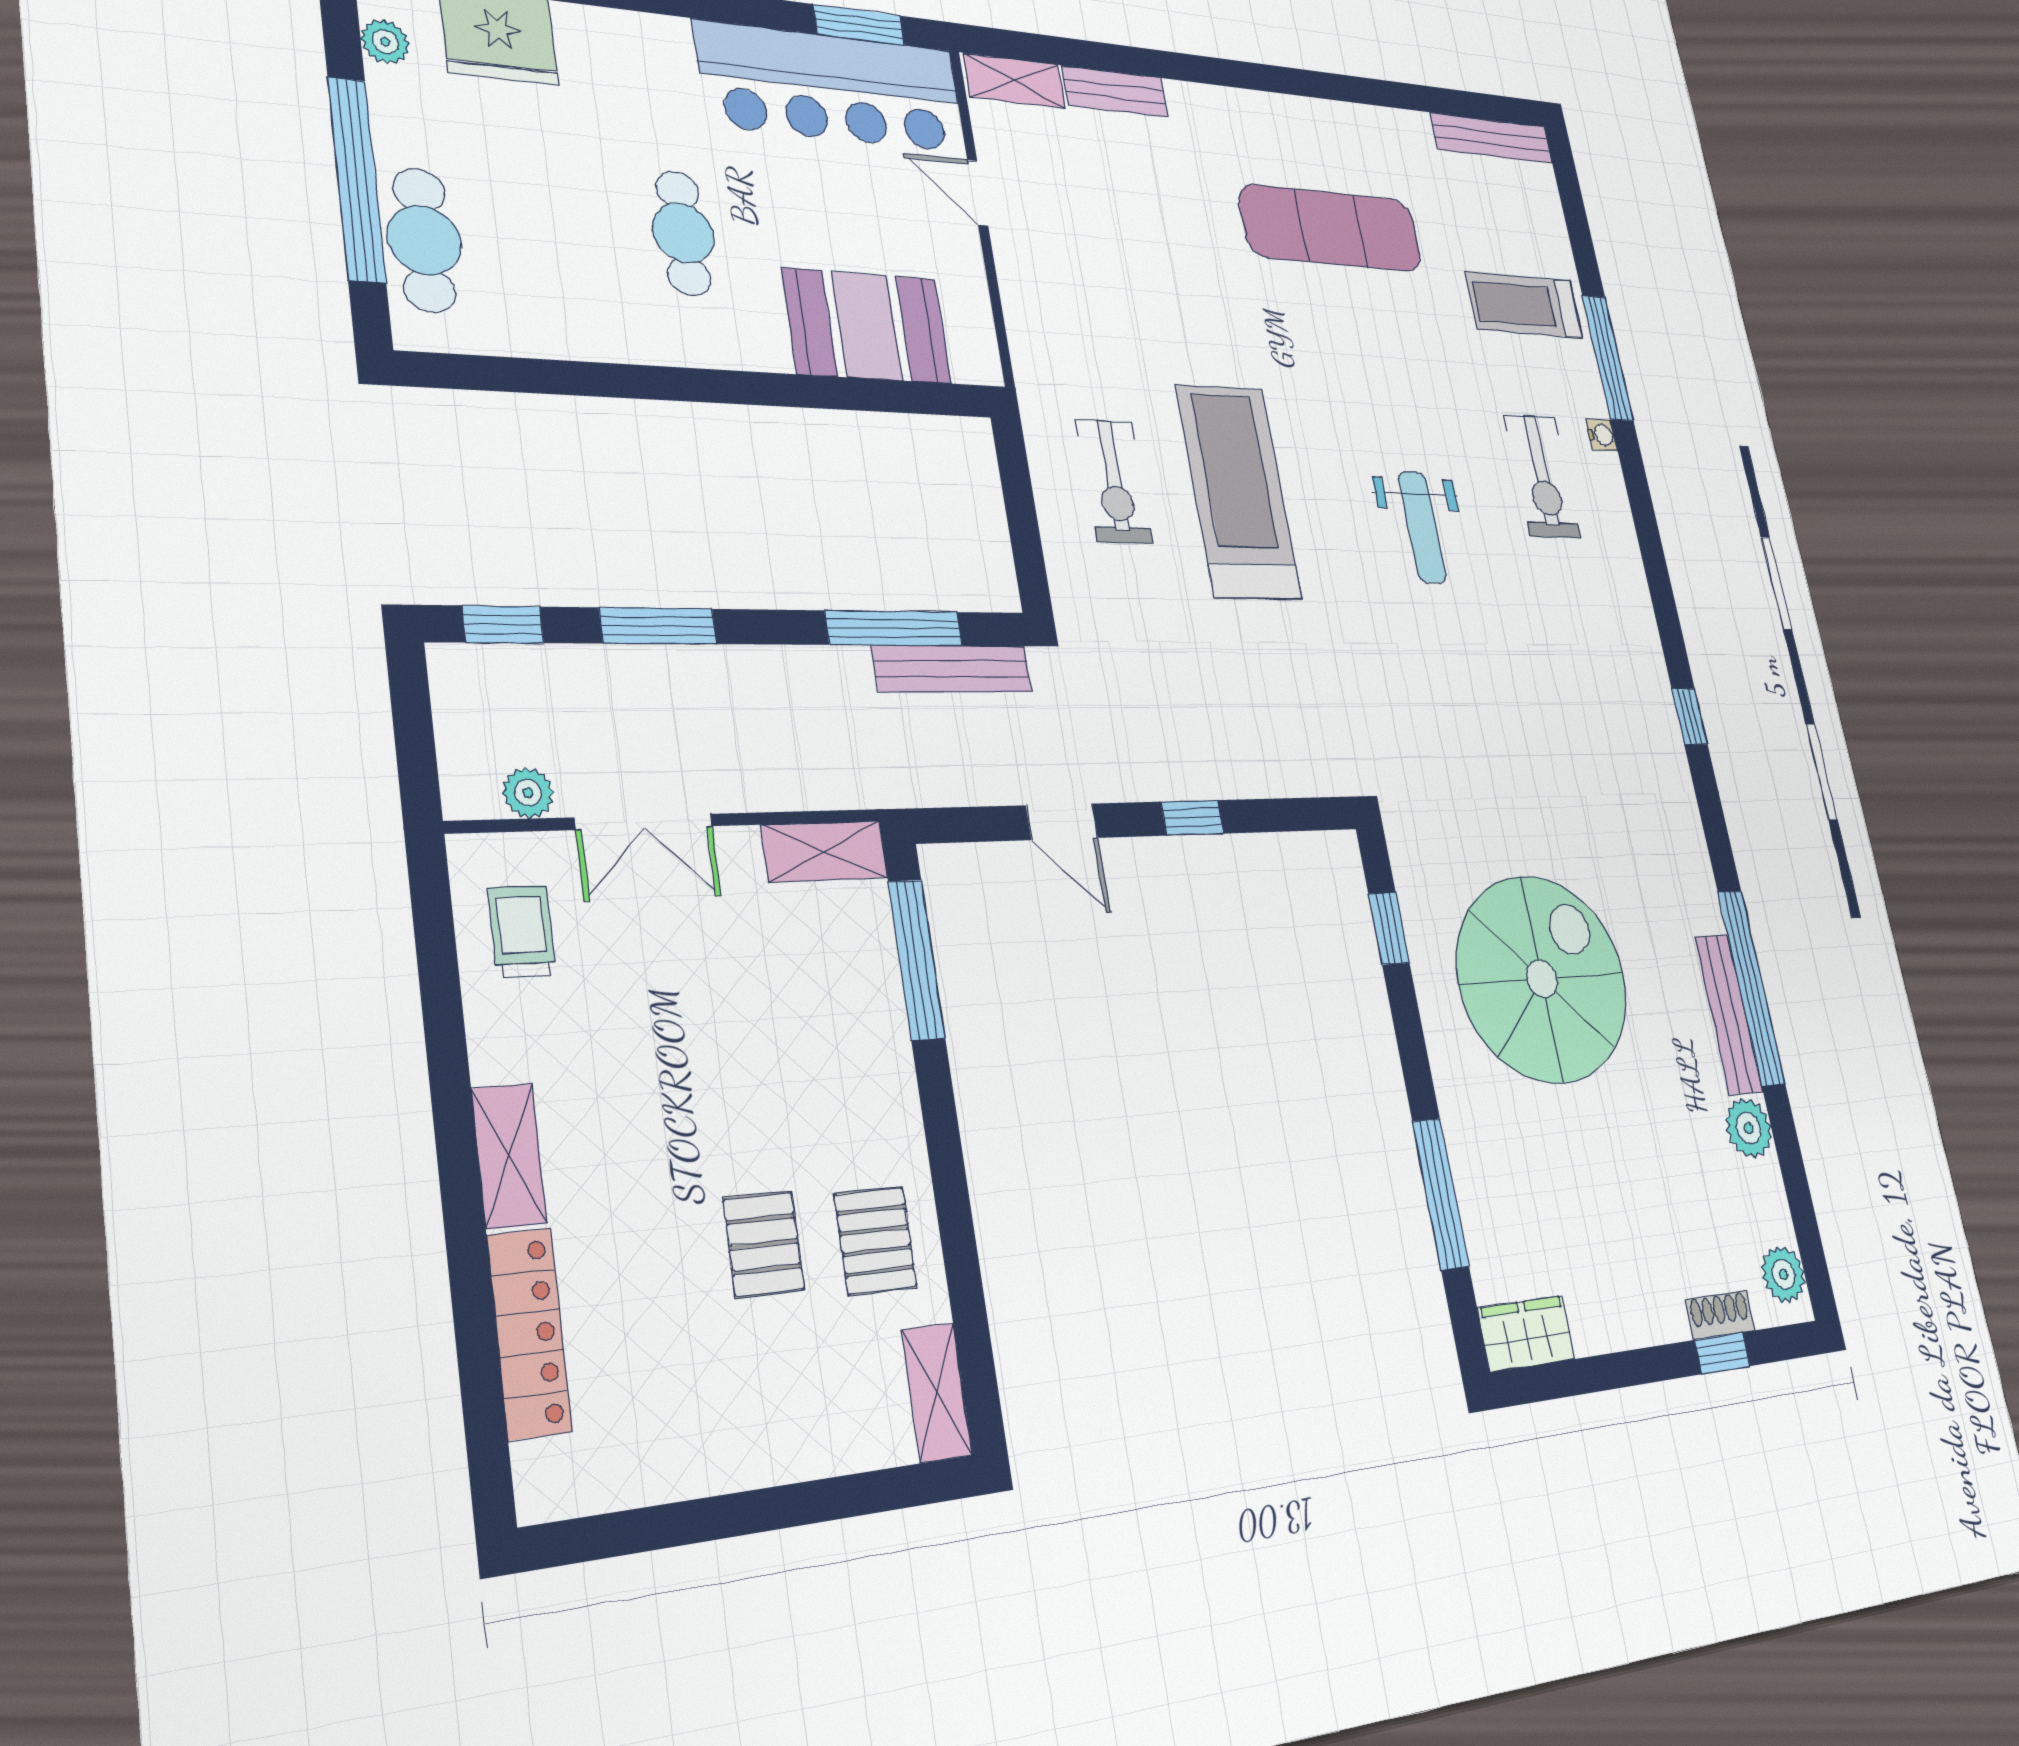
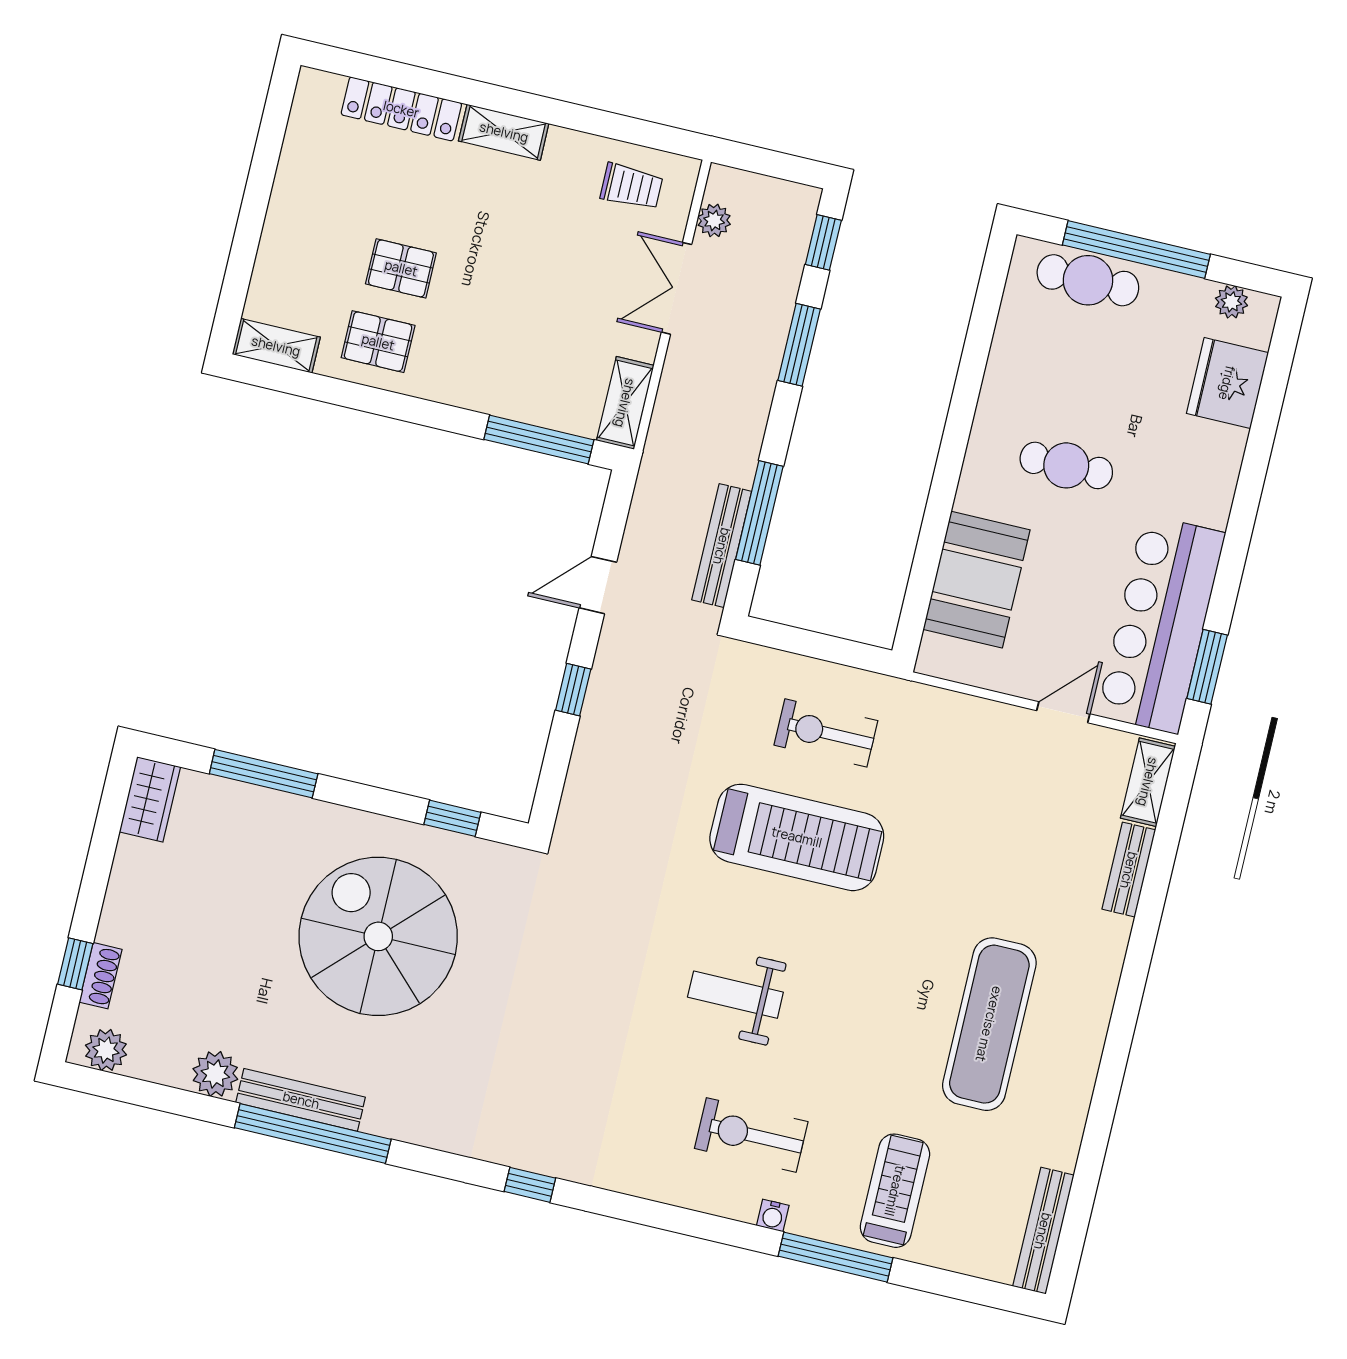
spiral stairs: (1542, 979) -> (378, 936), turned 180

